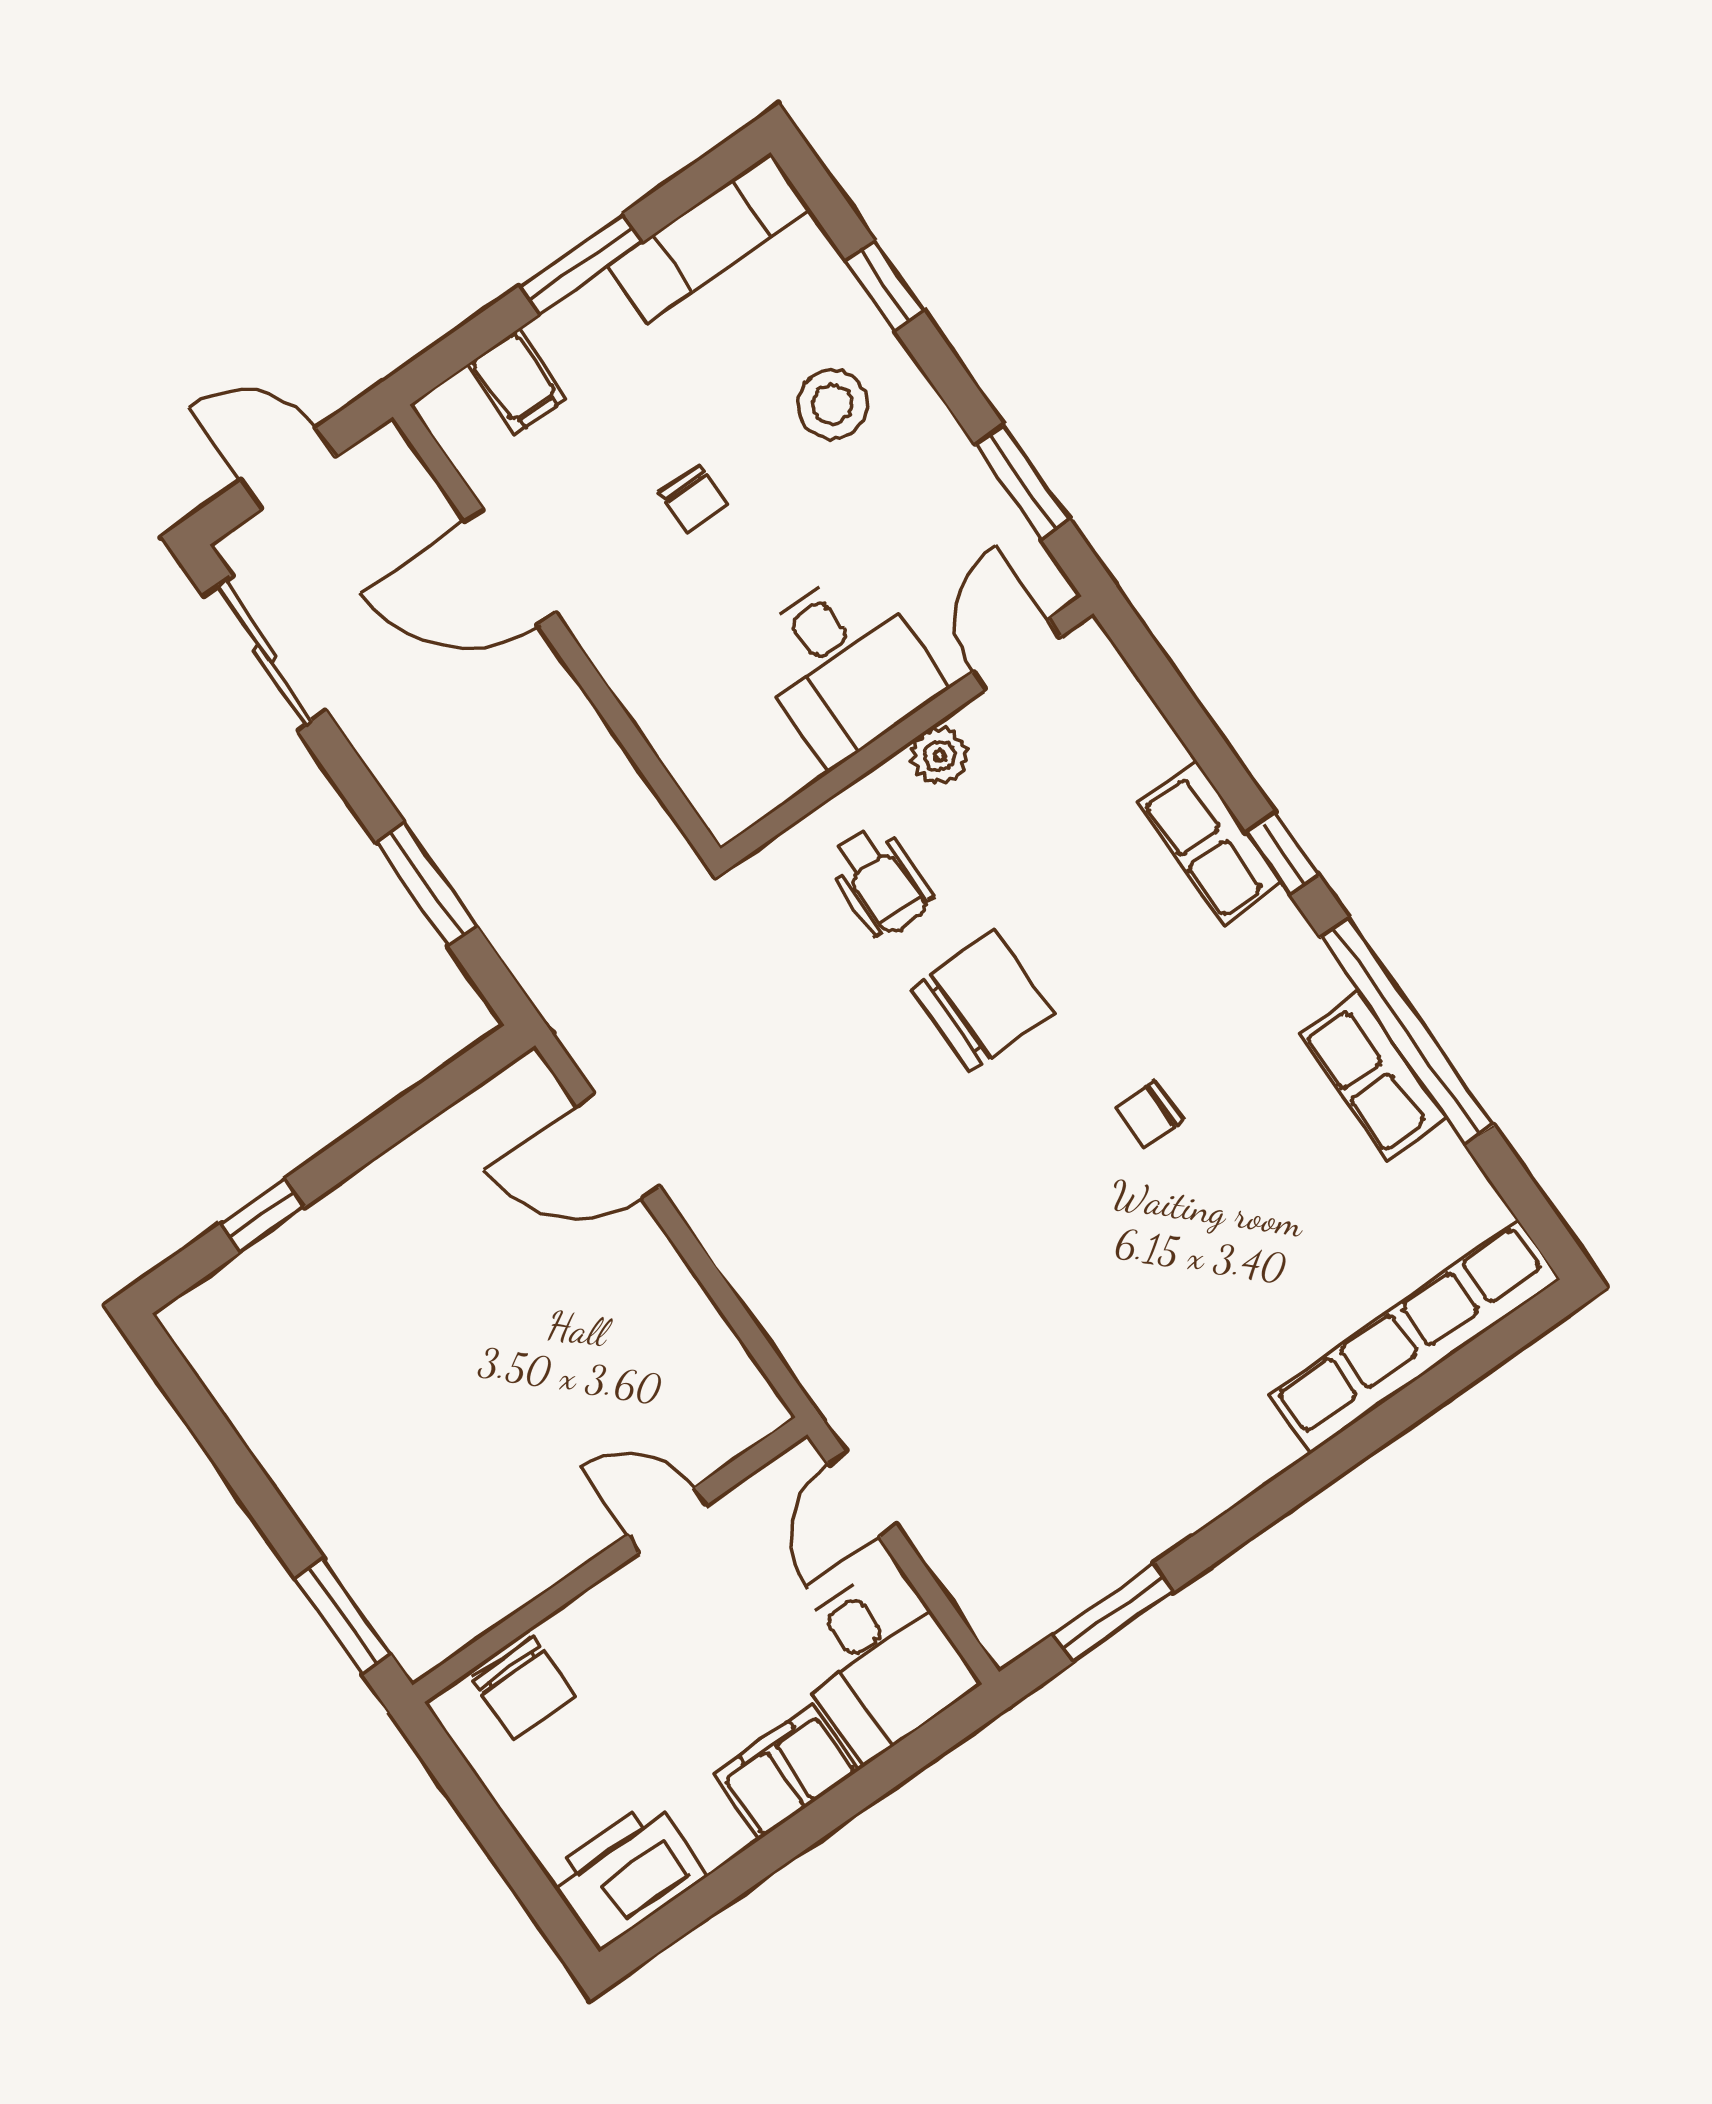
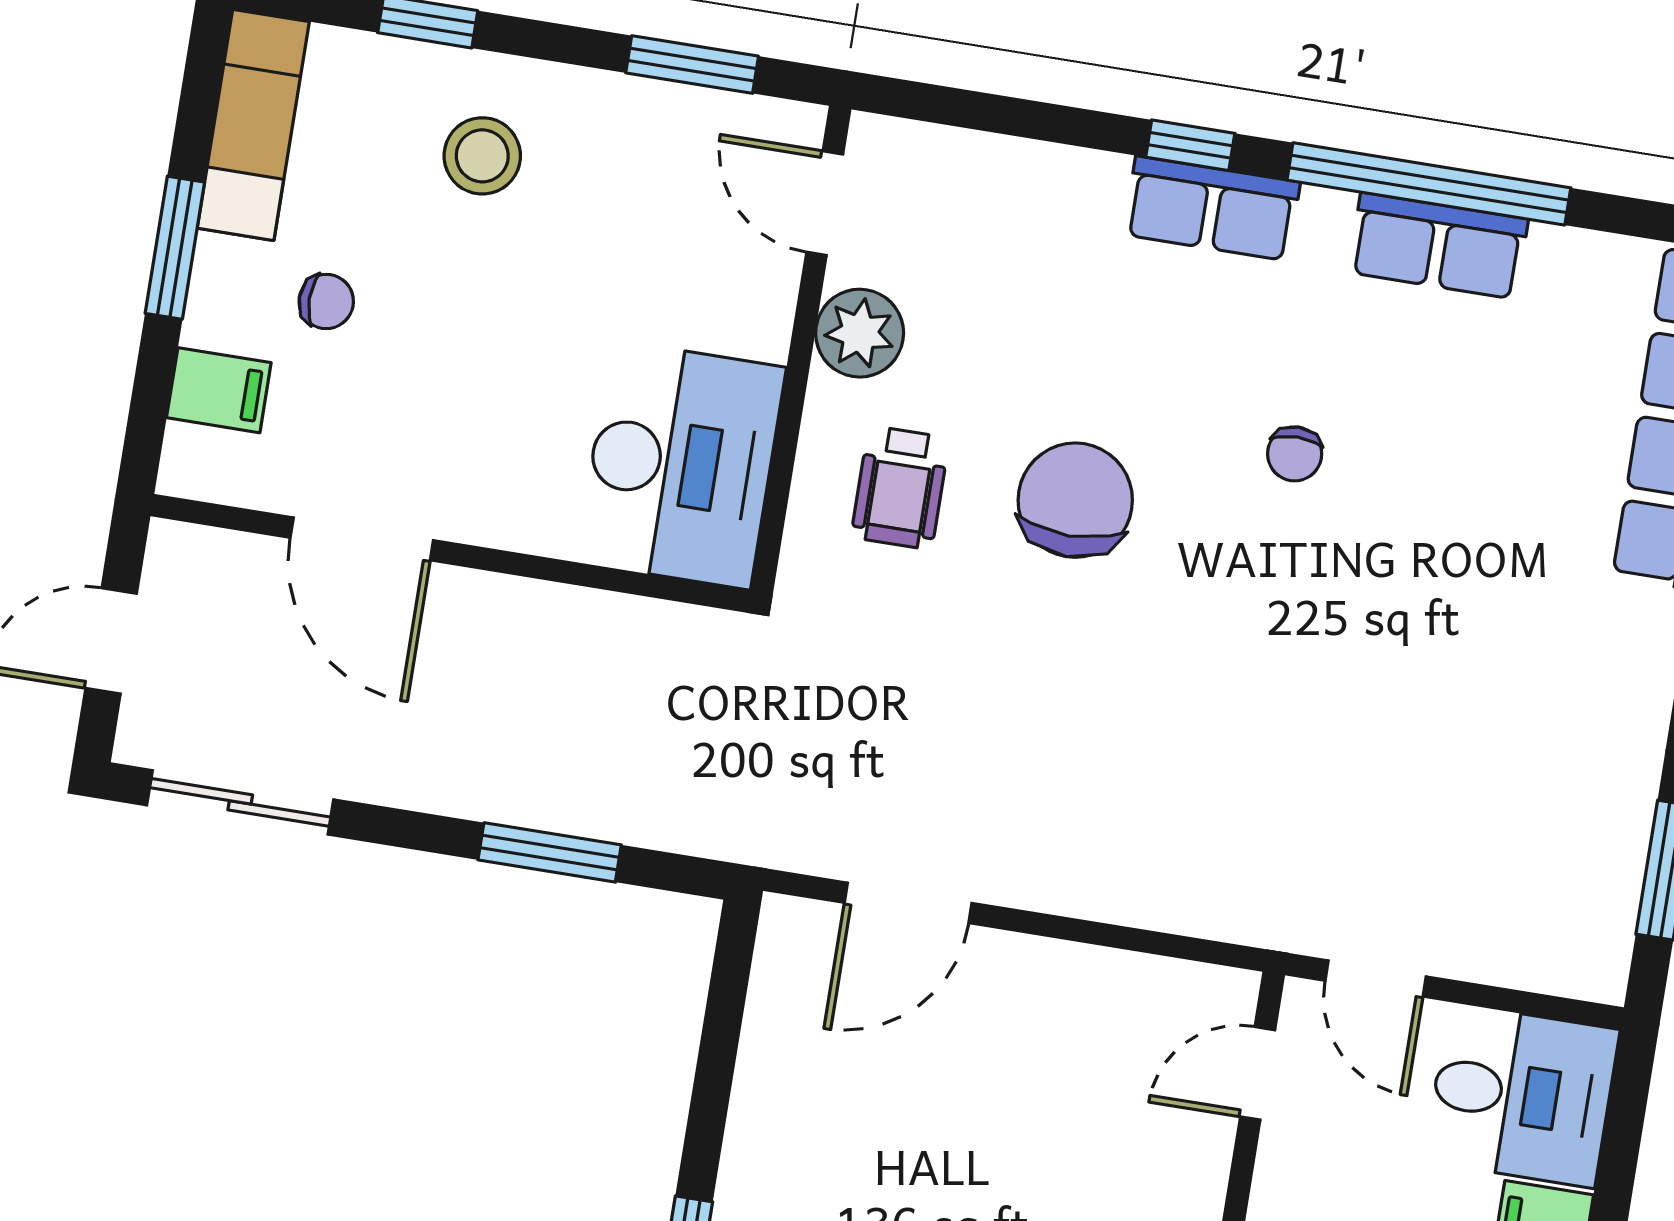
chair: (694, 499) -> (326, 301), moved
door: (510, 567) -> (362, 539), hinge flipped
desk: (844, 665) -> (681, 465), moved, width x1.37
plant: (940, 756) -> (860, 333), width x1.38, depth x1.38
row of seats: (1211, 843) -> (1212, 208), moved
wheelchair: (881, 881) -> (900, 488), turned 90
door: (667, 1520) -> (1258, 1073), moved

